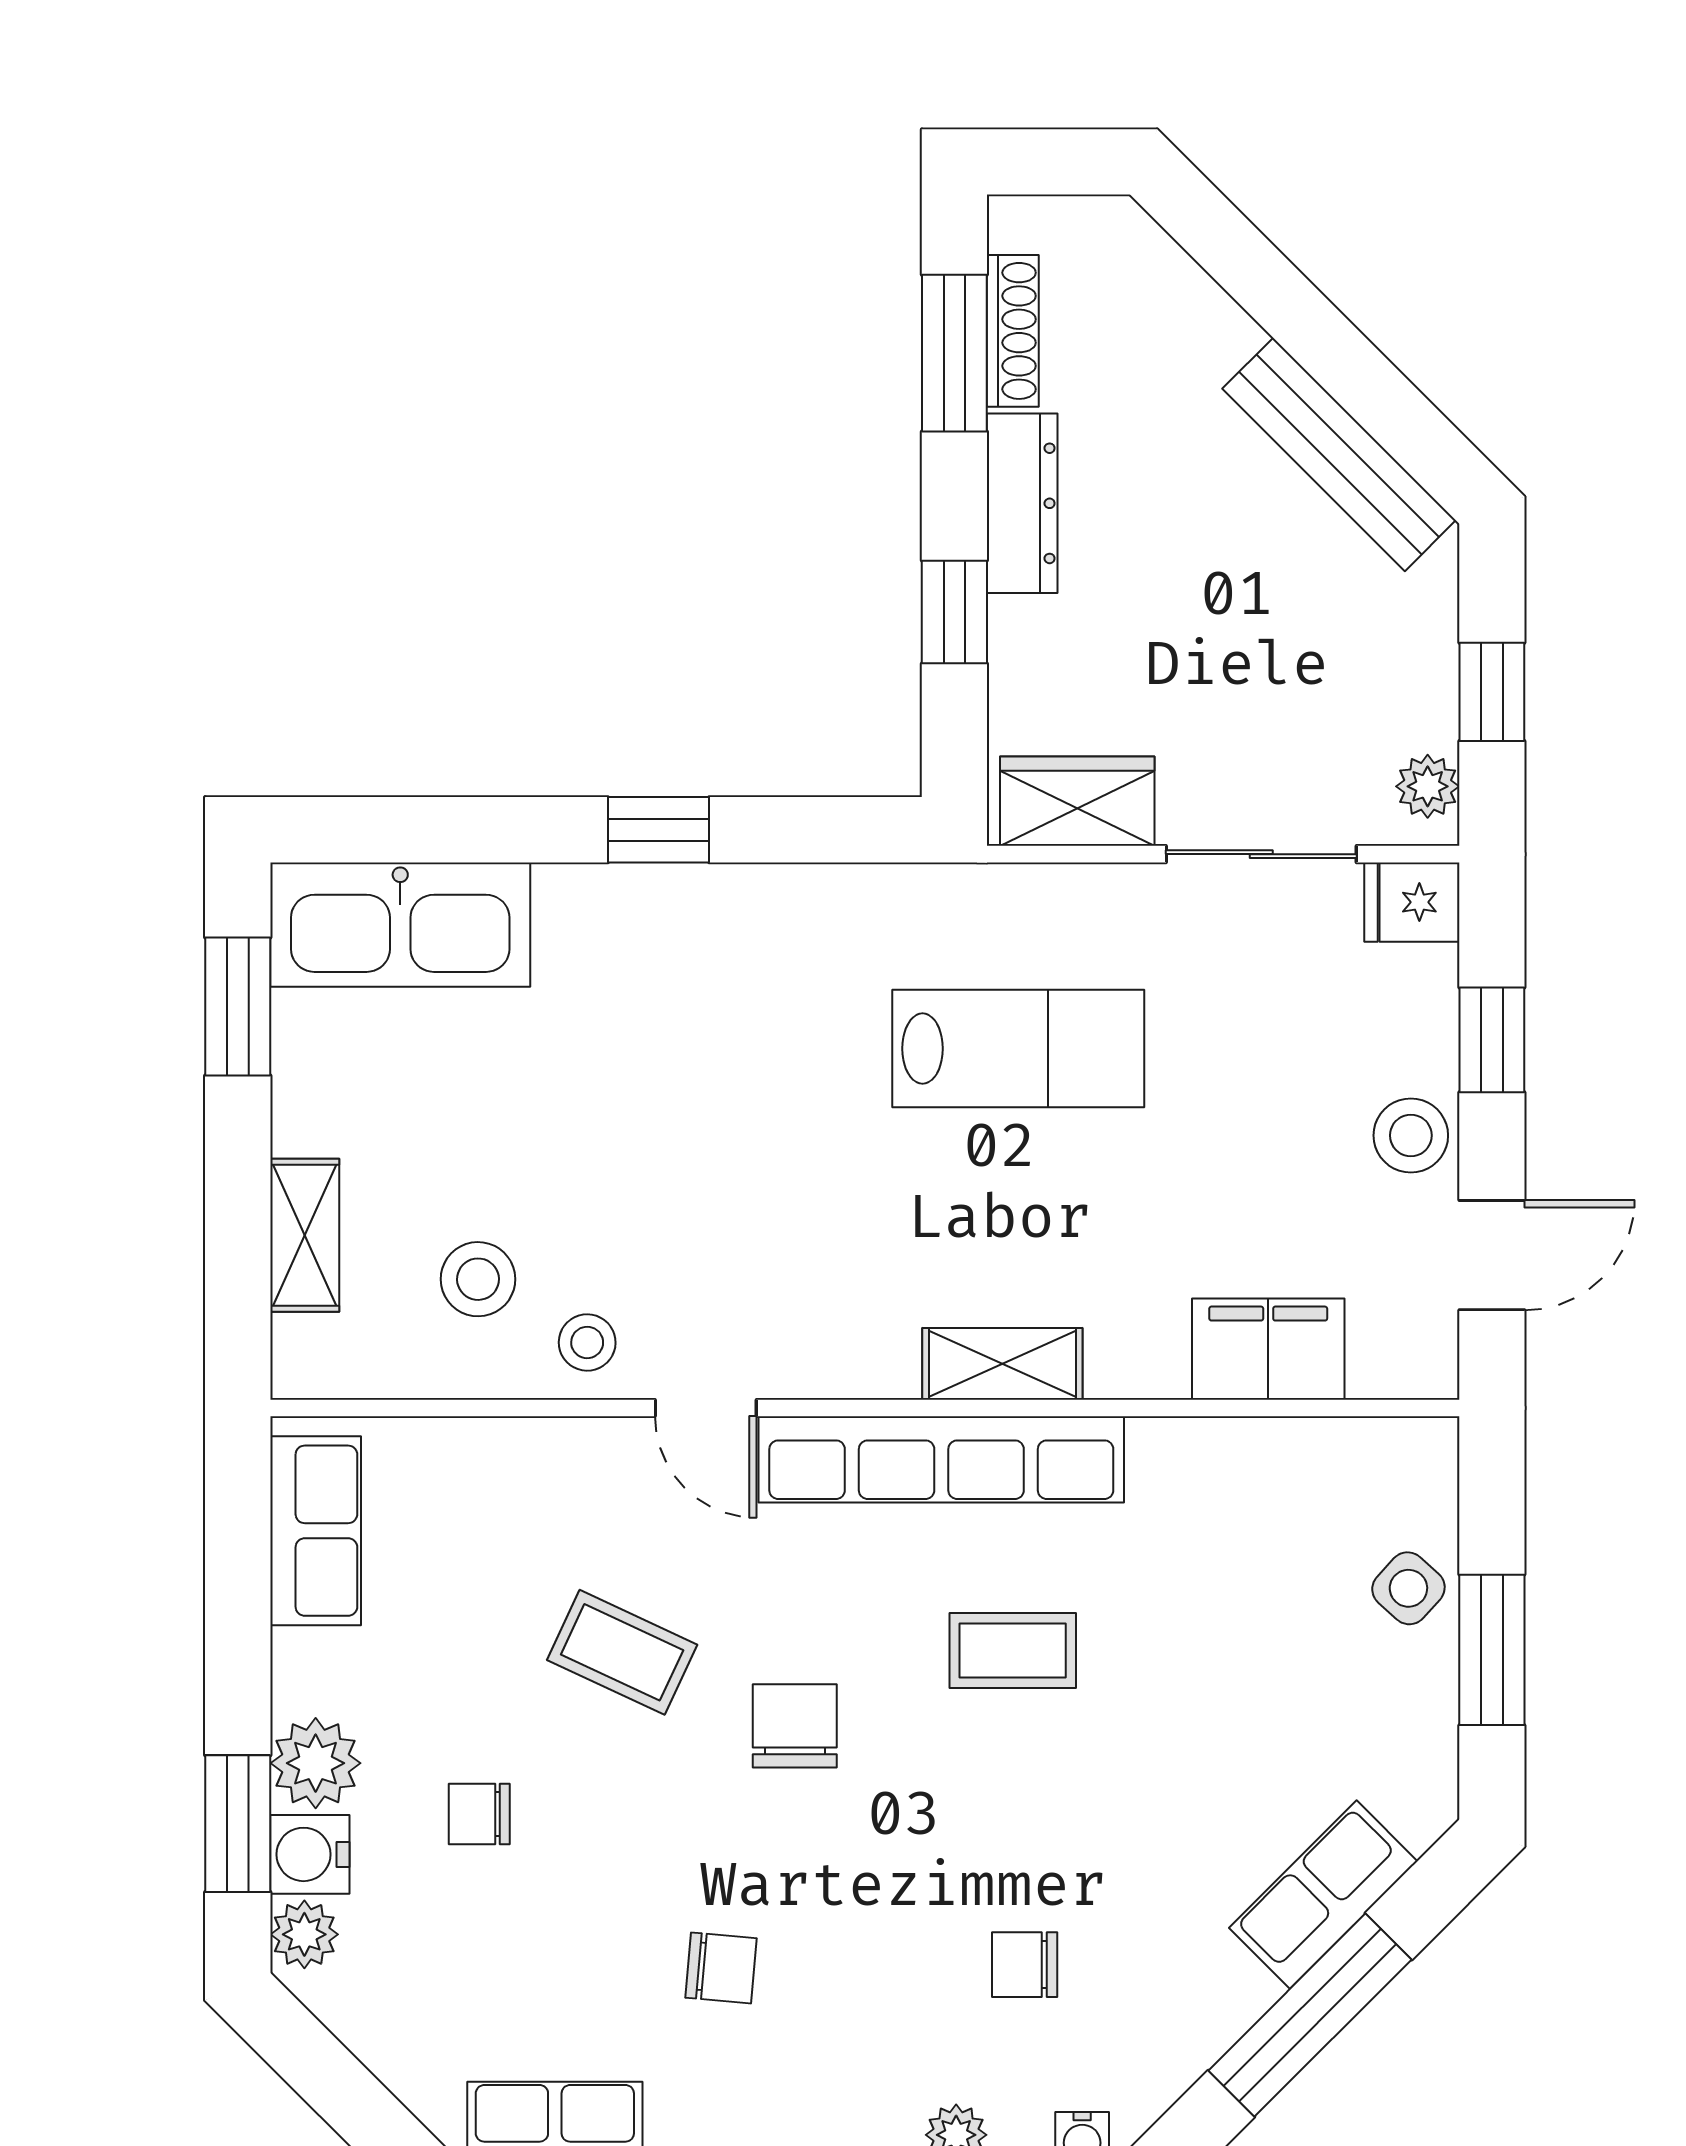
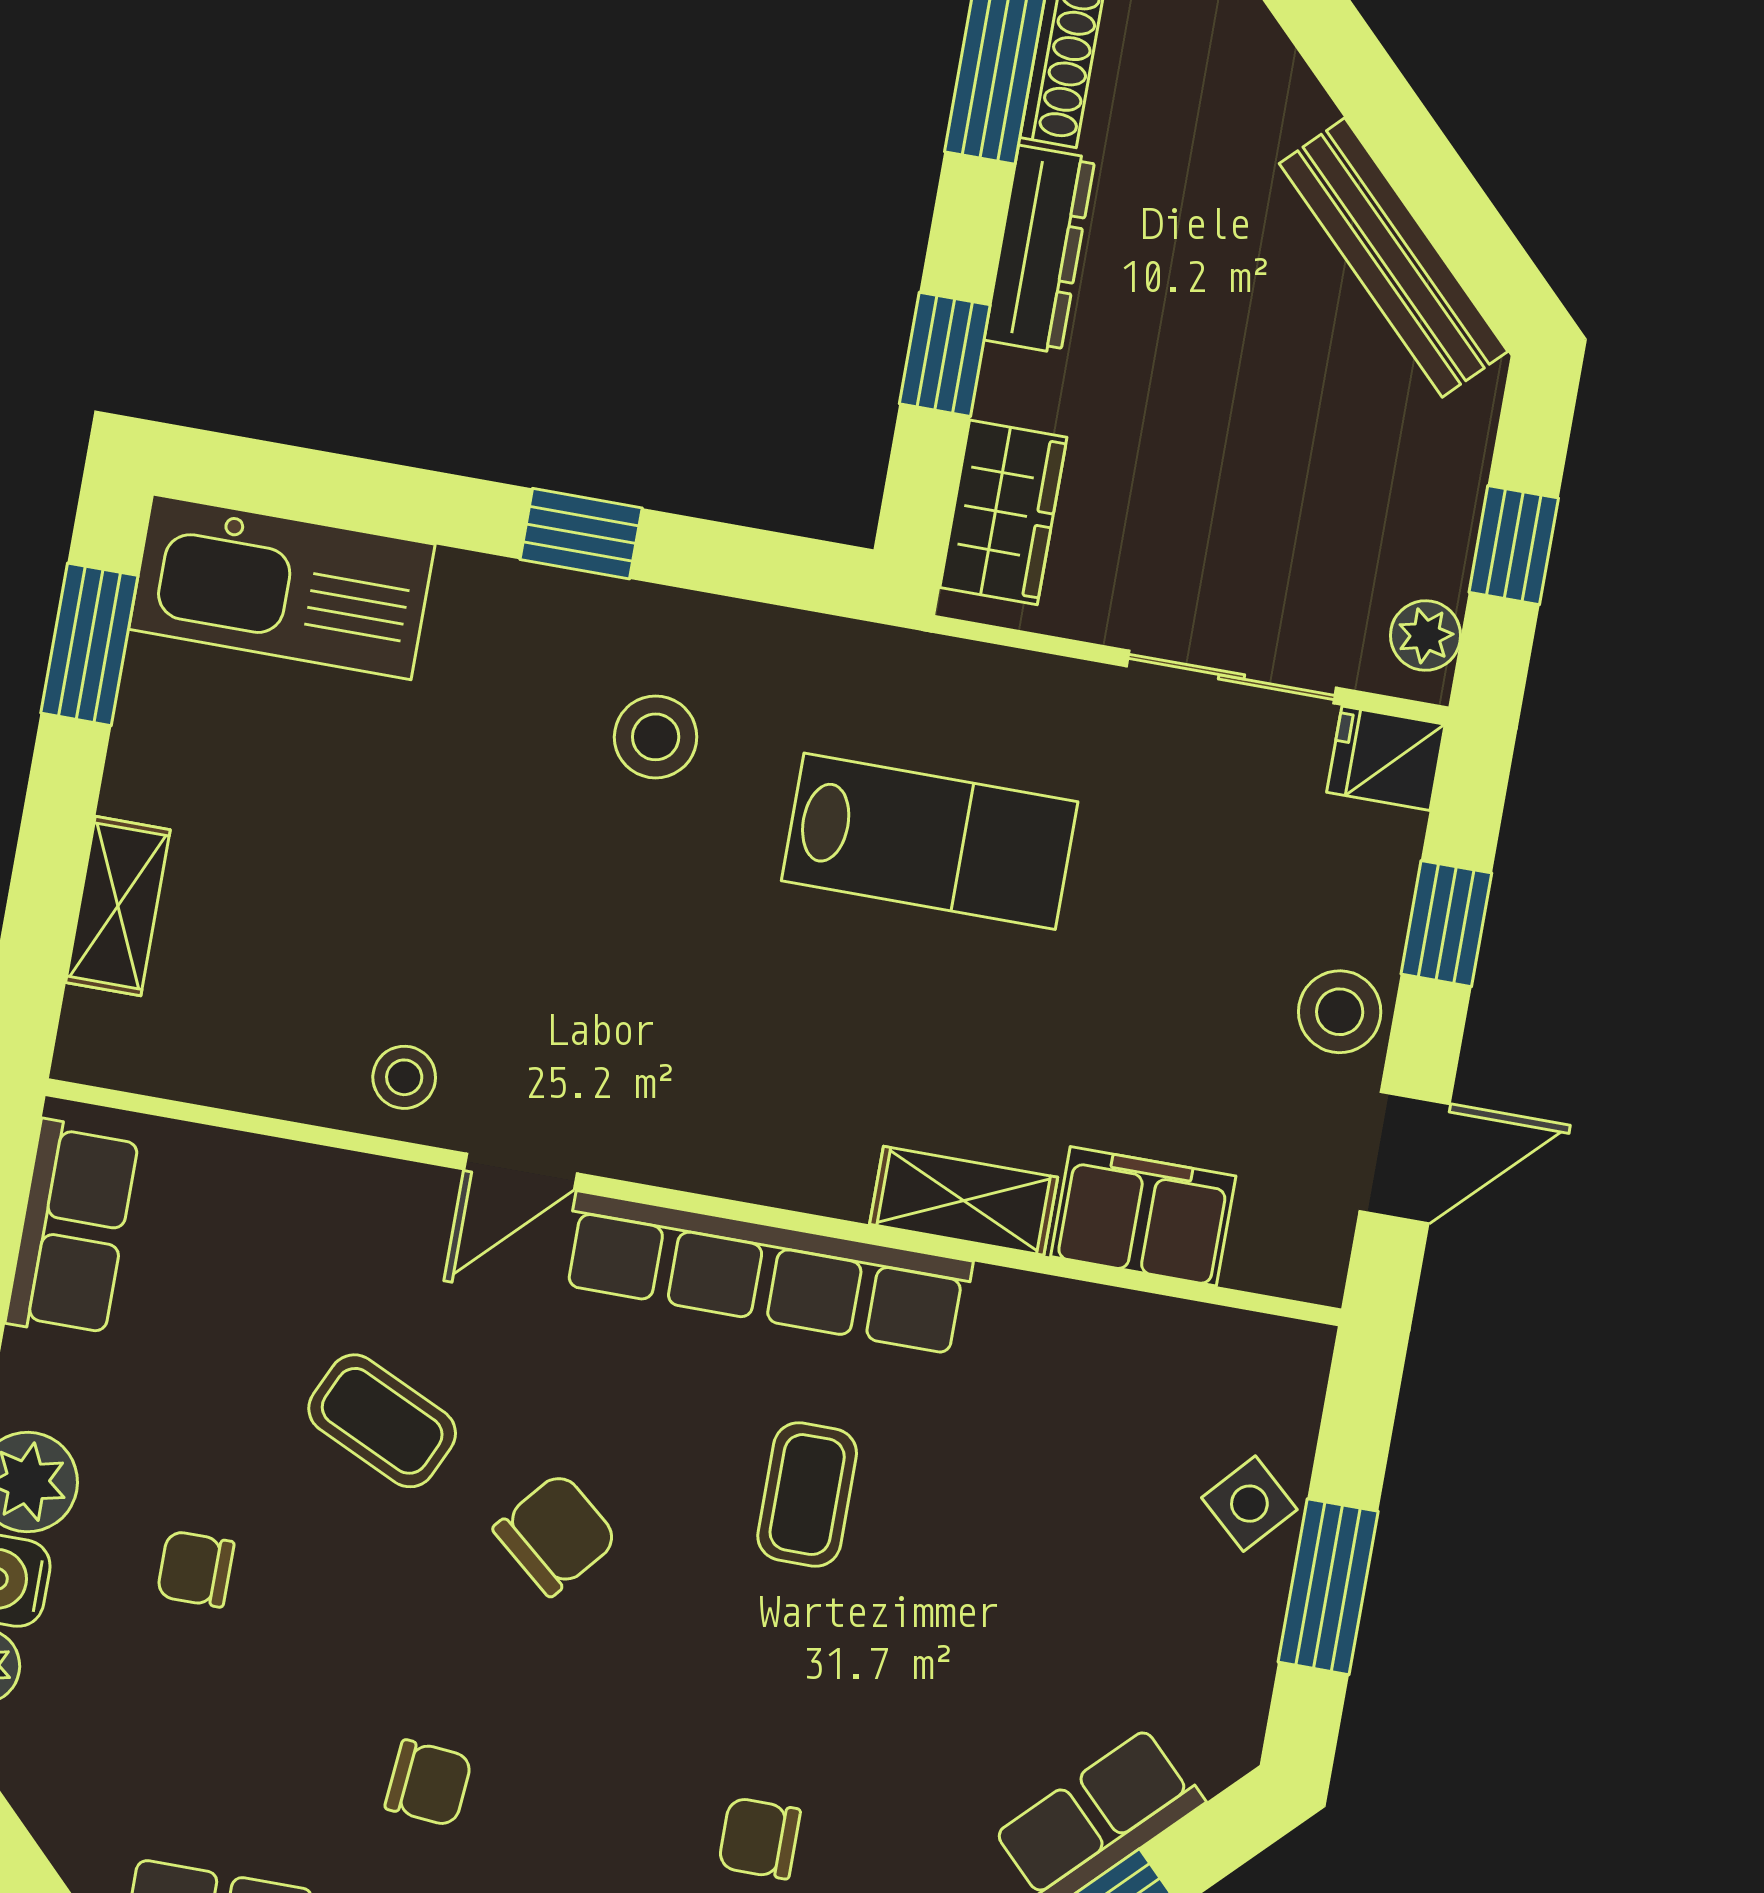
wardrobe: (1077, 801) -> (1003, 512), moved, turned 90
stool: (478, 1279) -> (656, 737), moved
shelving: (1002, 1364) -> (964, 1201), moved
door: (706, 1408) -> (520, 1171), hinge flipped
coffee table: (1013, 1650) -> (807, 1495), turned 90
chair: (795, 1726) -> (556, 1534), turned 40

